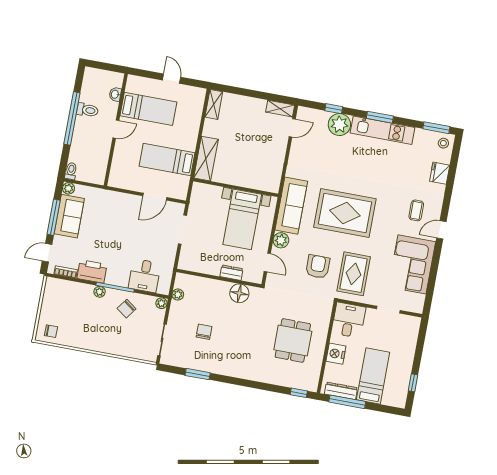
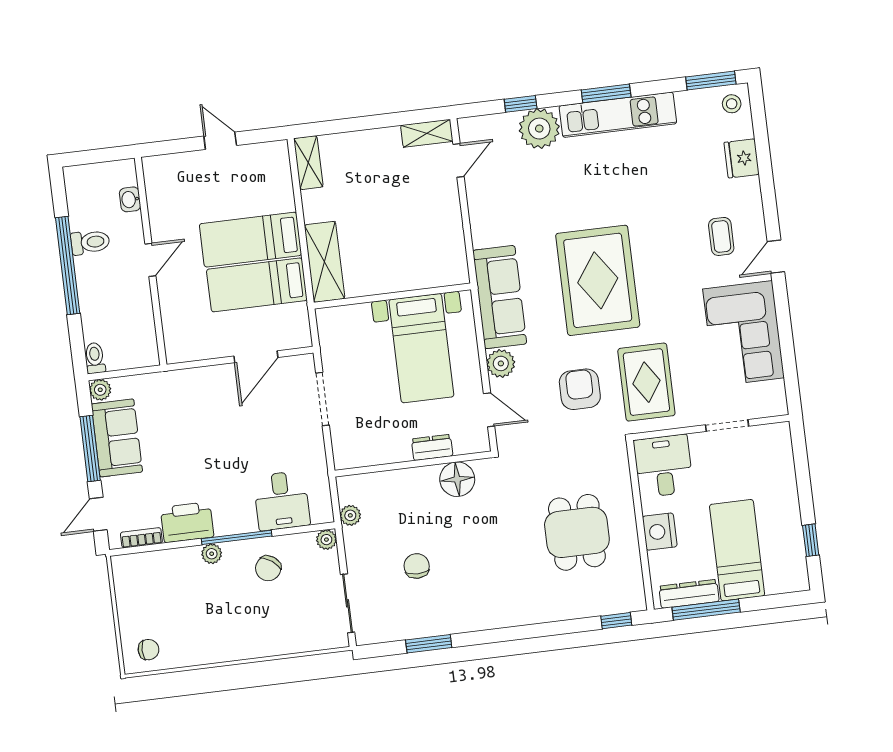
bed: (148, 109) -> (250, 240), moved, turned 180
rug: (345, 213) -> (598, 280), turned 90

